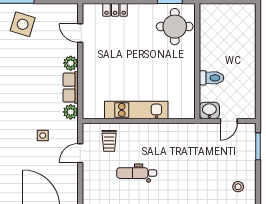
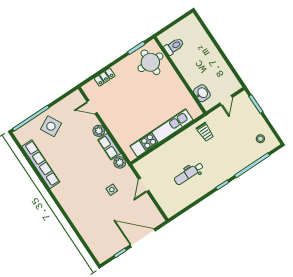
side table: (23, 24) -> (51, 126), turned 45
toilet: (211, 78) -> (174, 46), moved
kitchen unit: (136, 110) -> (161, 133), width x1.36
washbasin: (209, 110) -> (202, 93), moved, turned 90
trolley: (109, 141) -> (205, 132), moved

